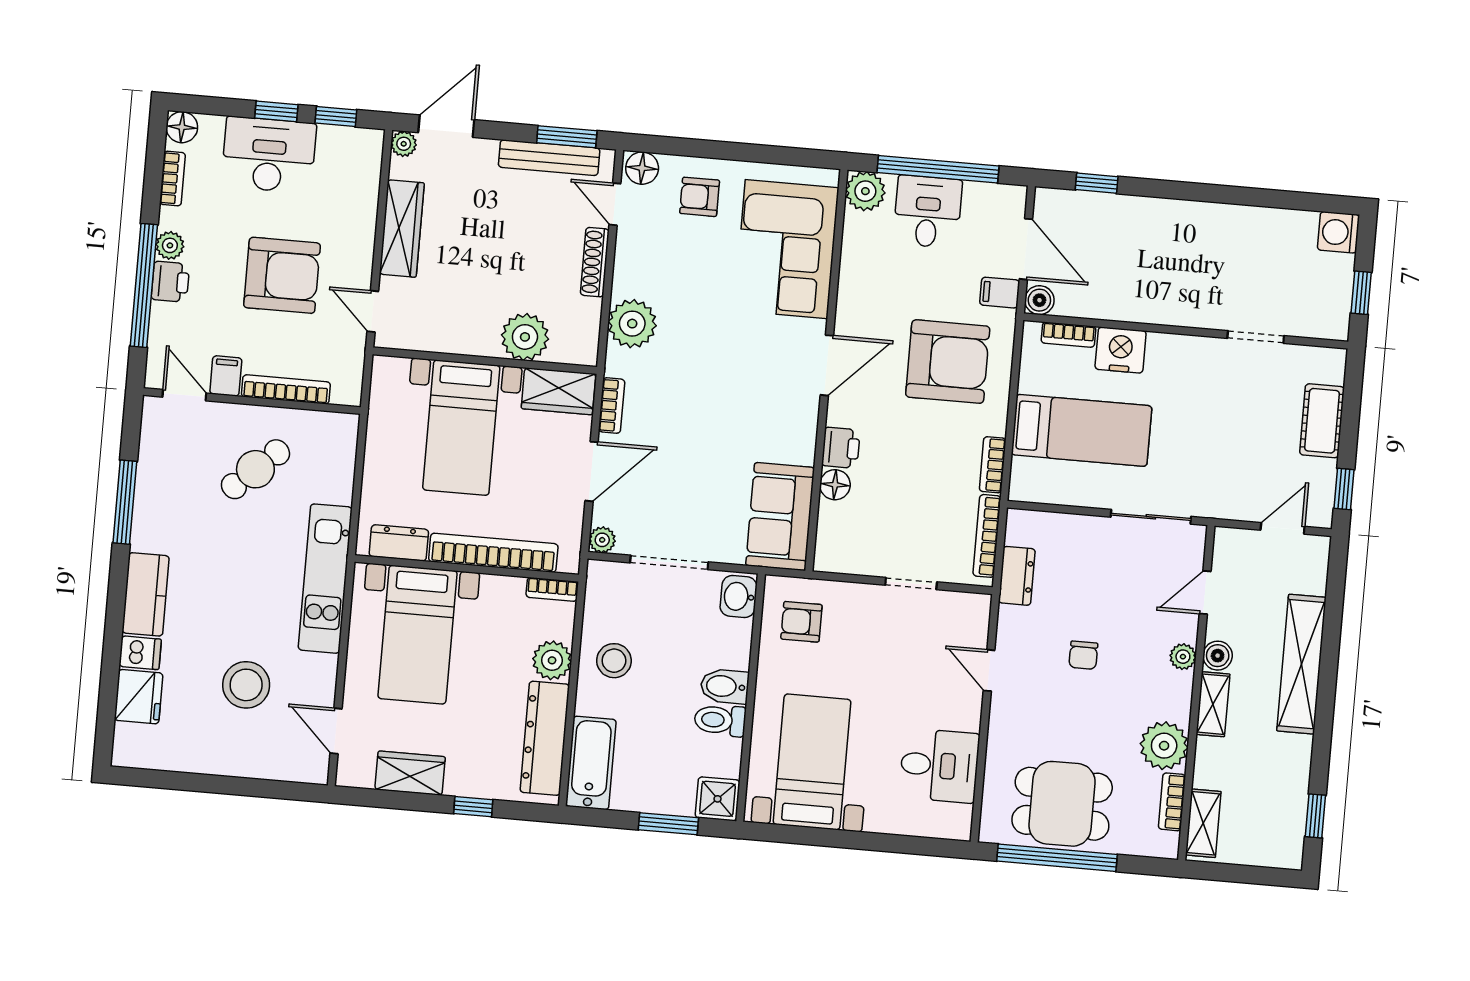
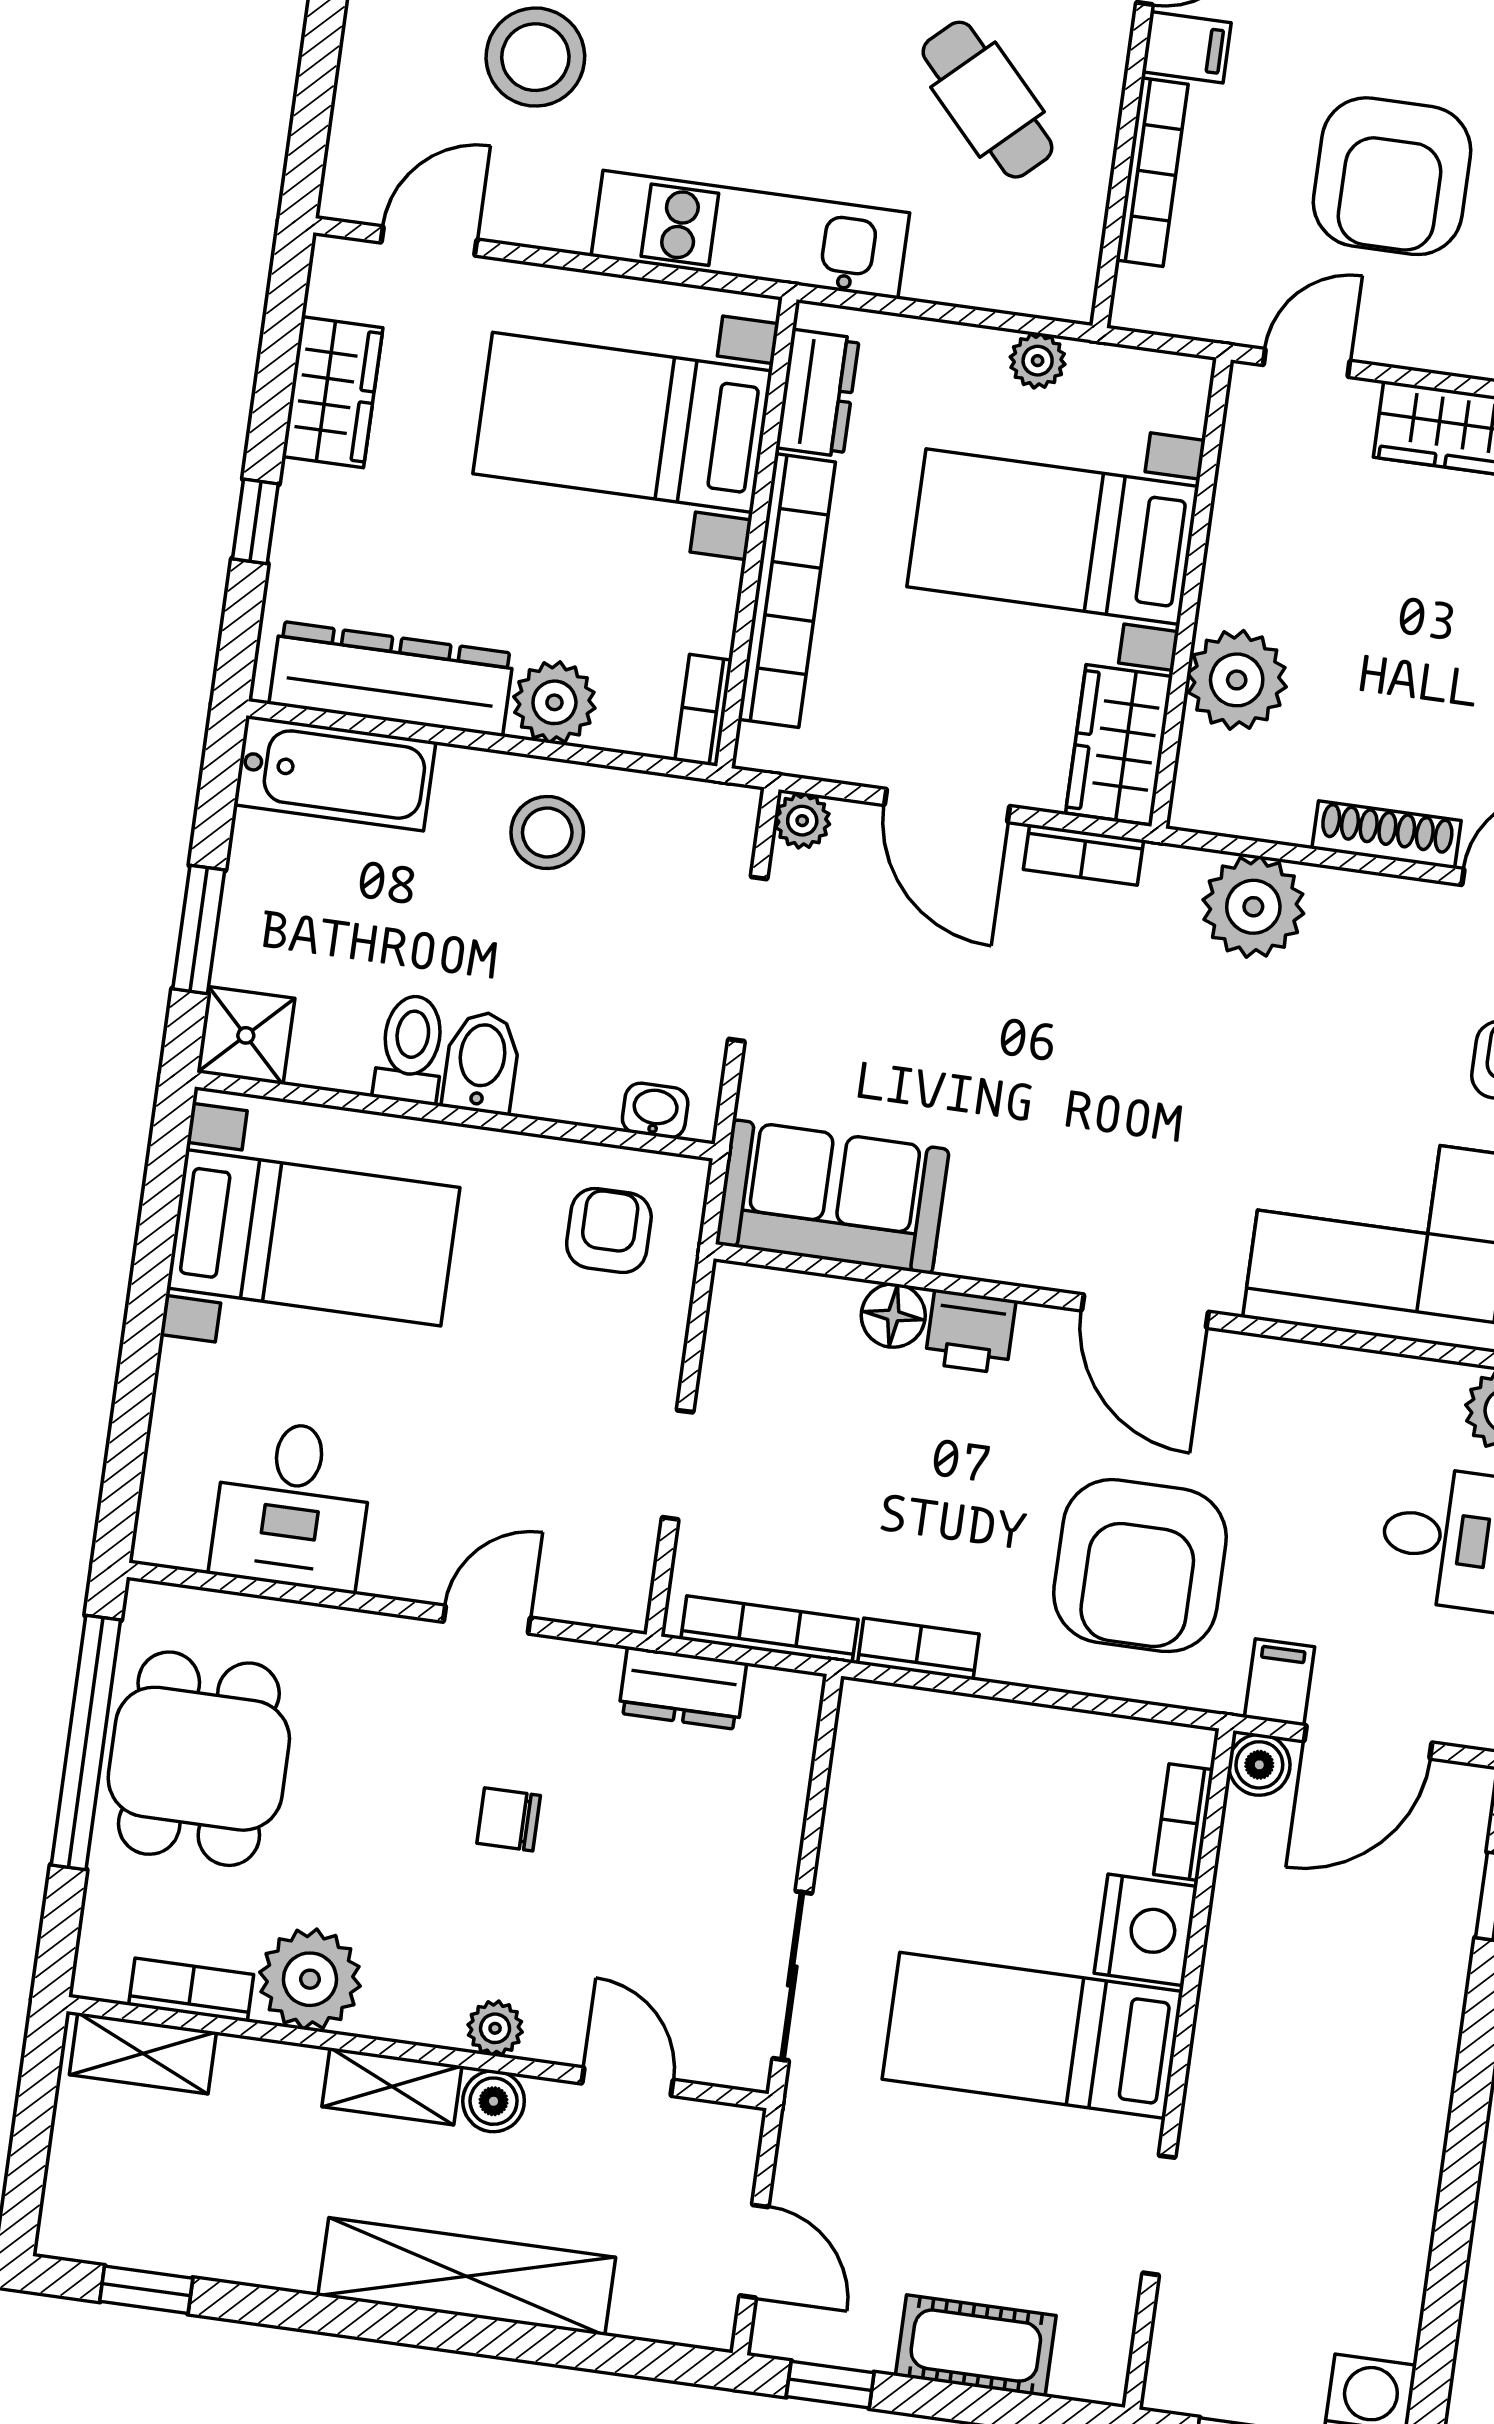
bed: (1082, 430) -> (1032, 2035), moved, turned 90
plant: (378, 439) -> (1038, 361), added
washbasin: (739, 597) -> (655, 1111), width x0.72, depth x0.69

